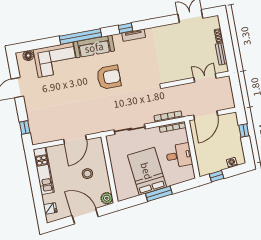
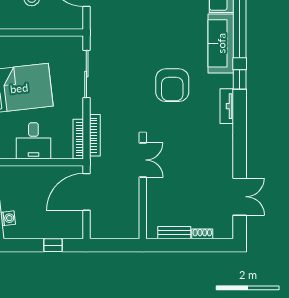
window: (126, 28) -> (240, 79), moved
armchair: (109, 77) -> (172, 85), moved
double door: (205, 78) -> (143, 160), moved
door: (206, 115) -> (86, 192), hinge flipped

